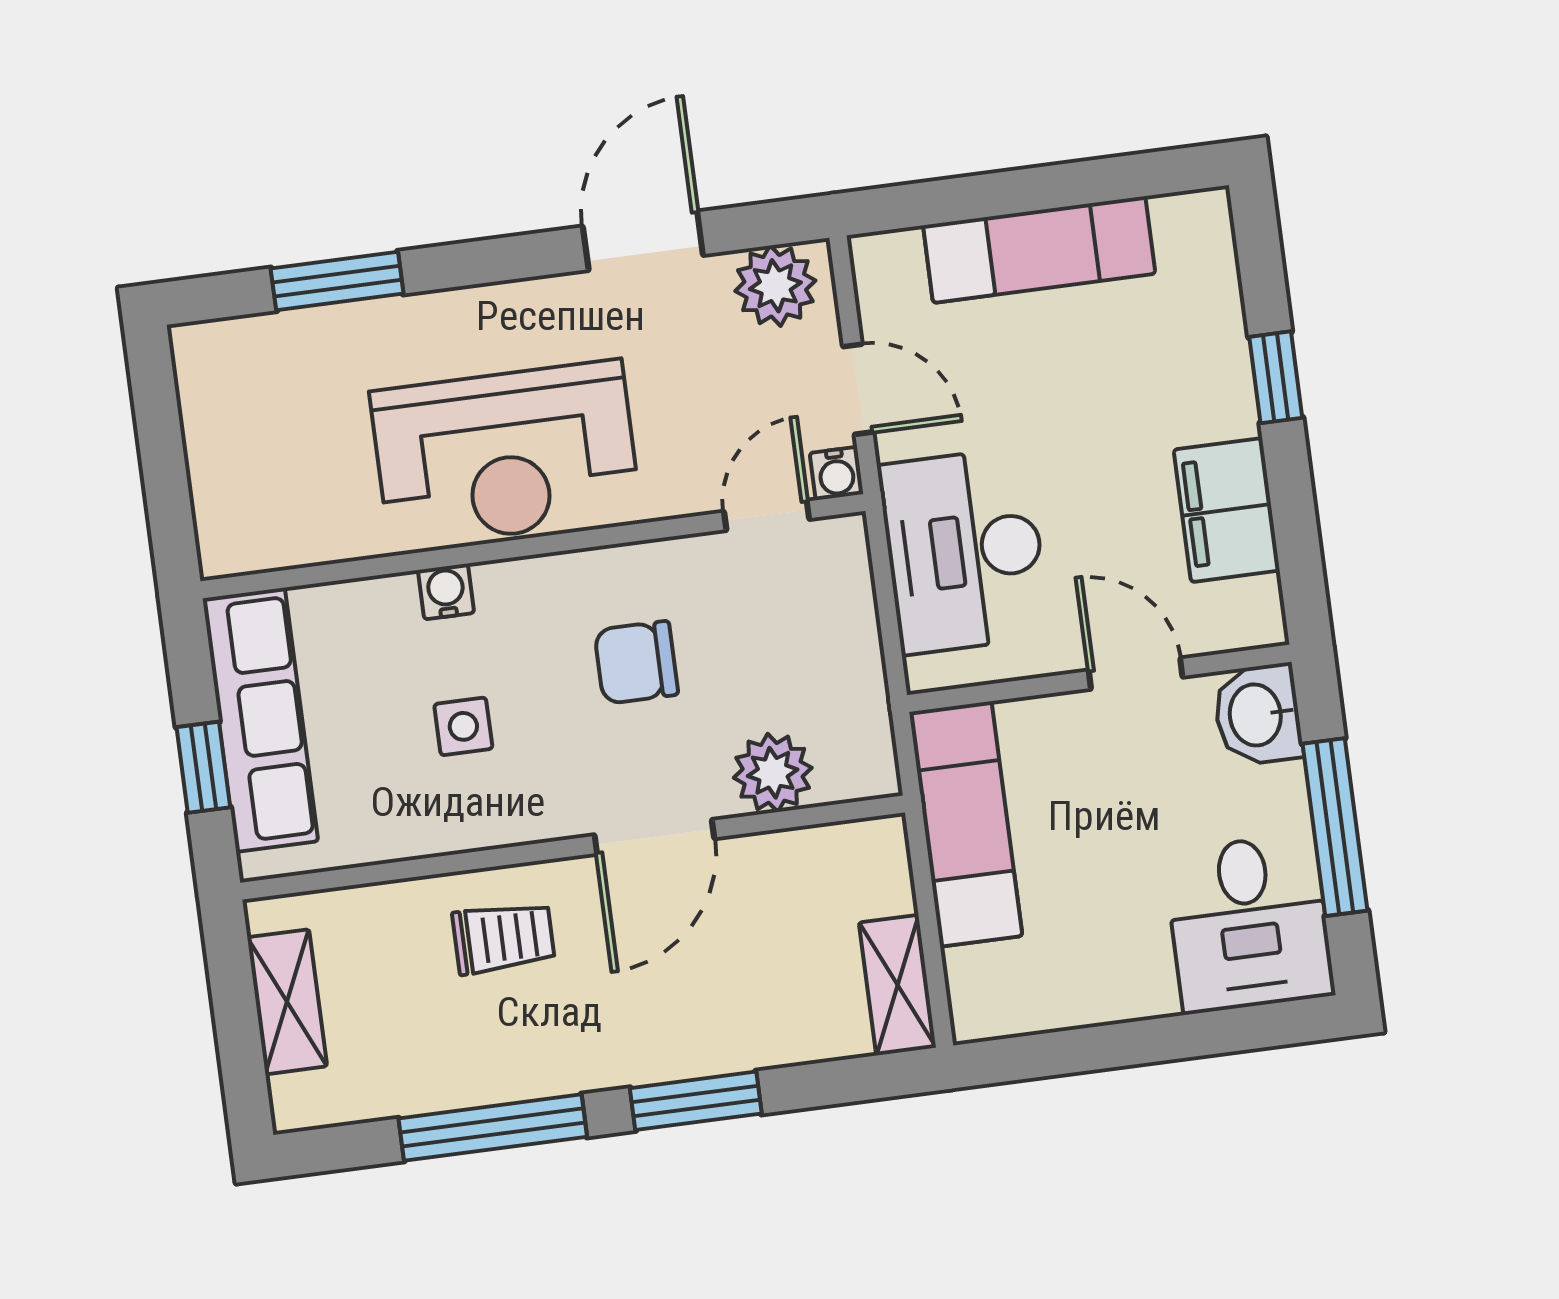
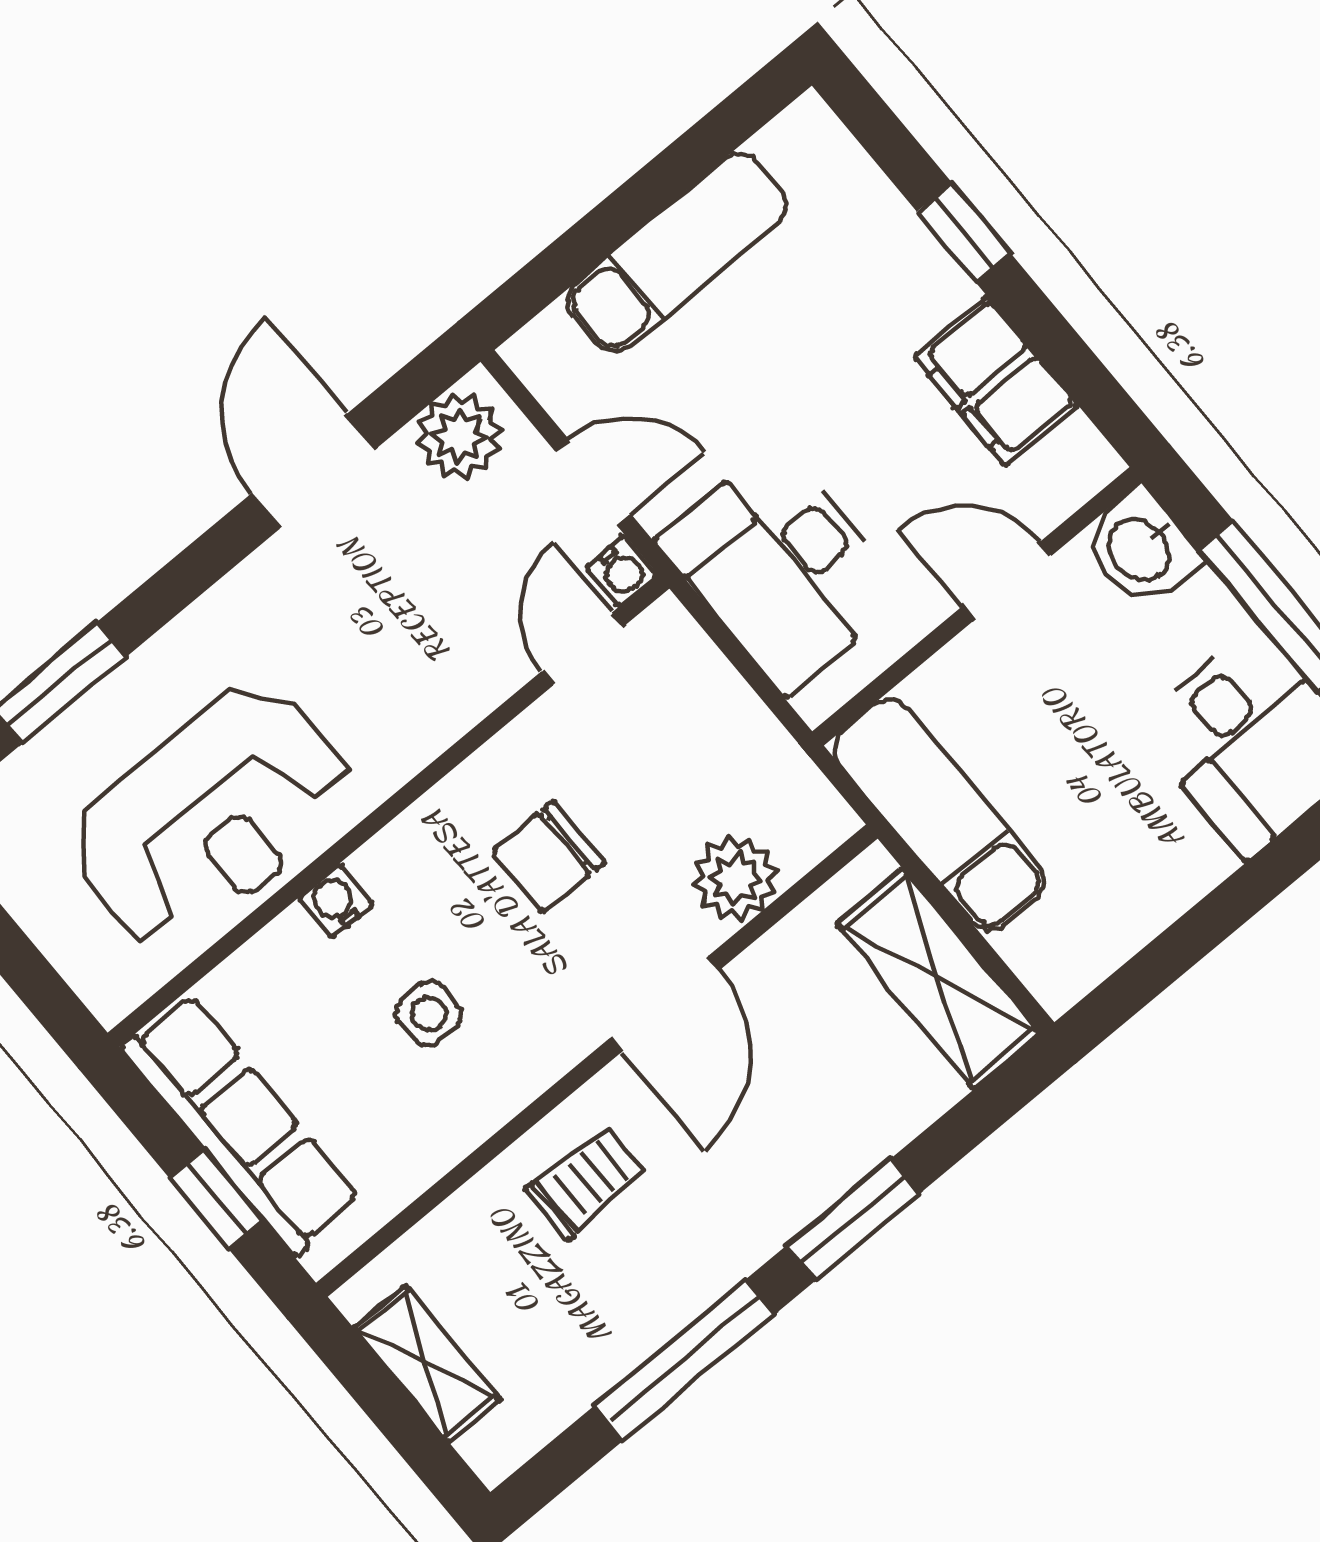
reception desk: (506, 454) -> (211, 817), moved
shelving: (897, 985) -> (938, 979), width x1.50, depth x1.33

